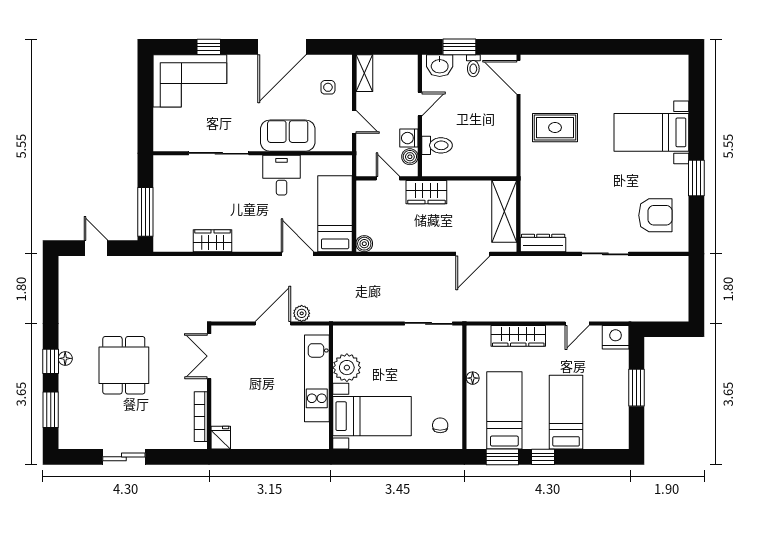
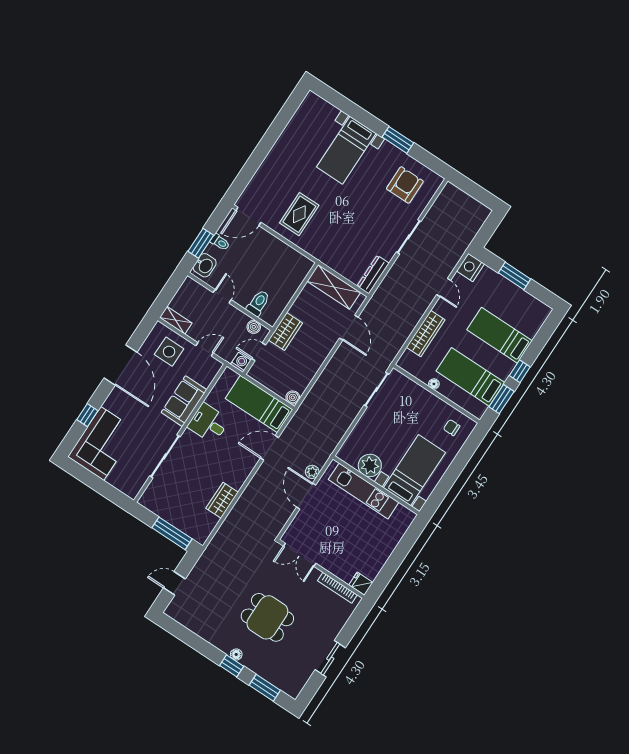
side table: (328, 87) -> (169, 352), width x1.87, depth x1.87
washing machine: (409, 138) -> (241, 362), moved, turned 180

